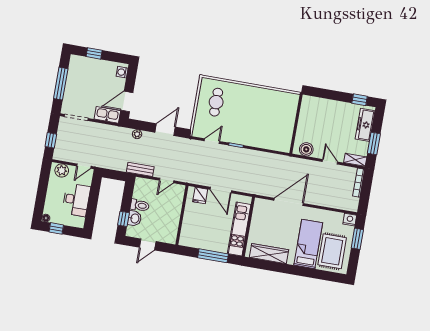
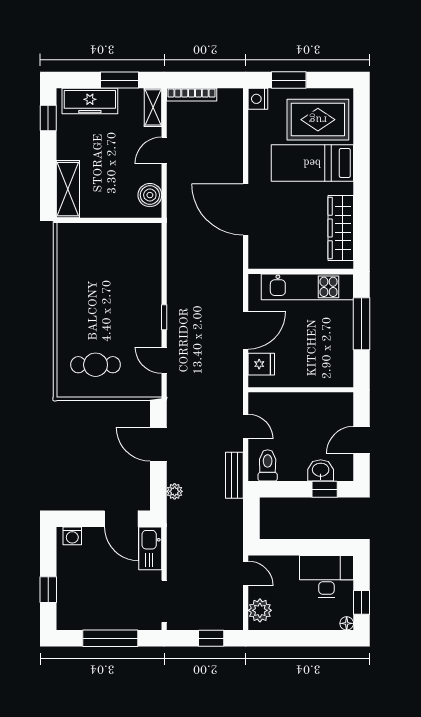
shelving: (318, 104) -> (68, 189), added
desk: (76, 200) -> (326, 577), moved
toilet: (140, 205) -> (268, 465), moved
door: (148, 244) -> (362, 440), swing flipped

